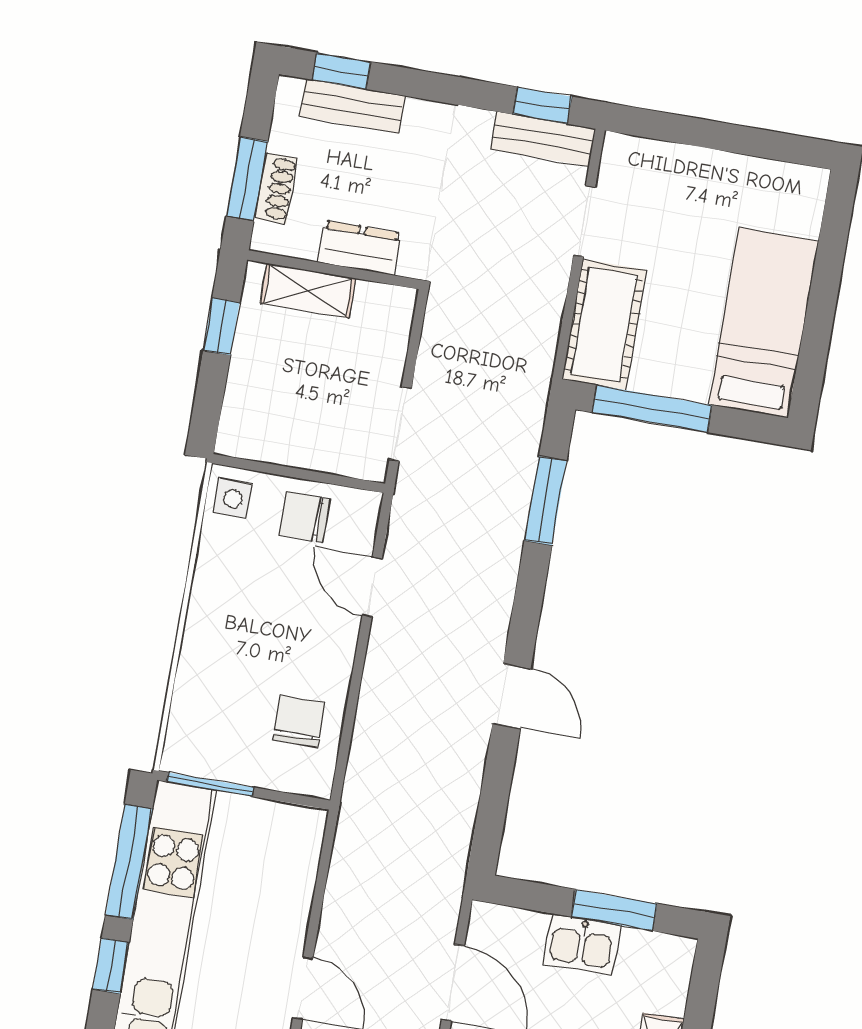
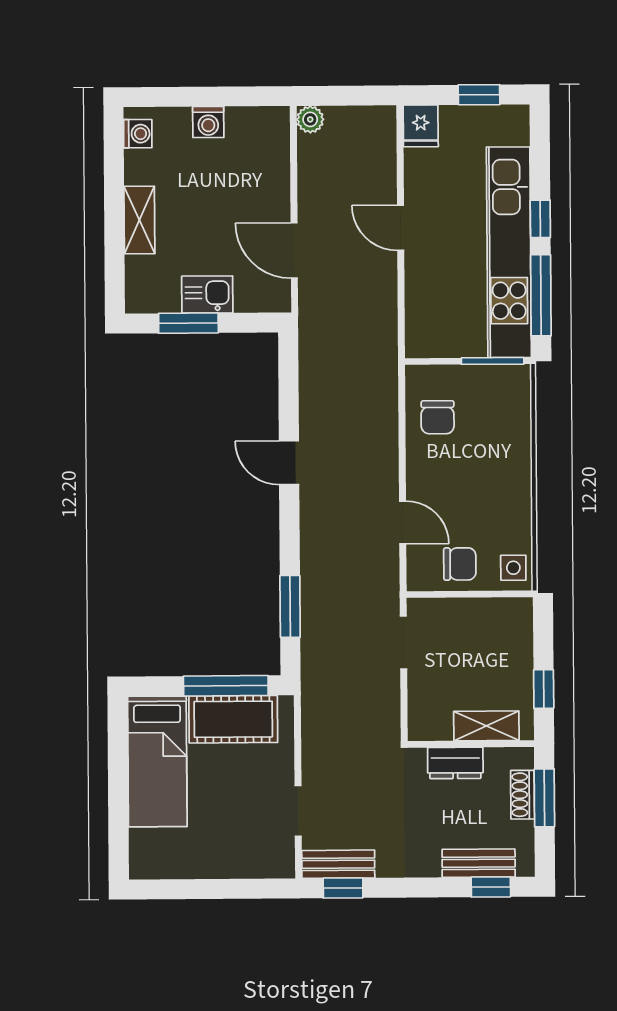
cot: (604, 325) -> (233, 719), moved, turned 90

